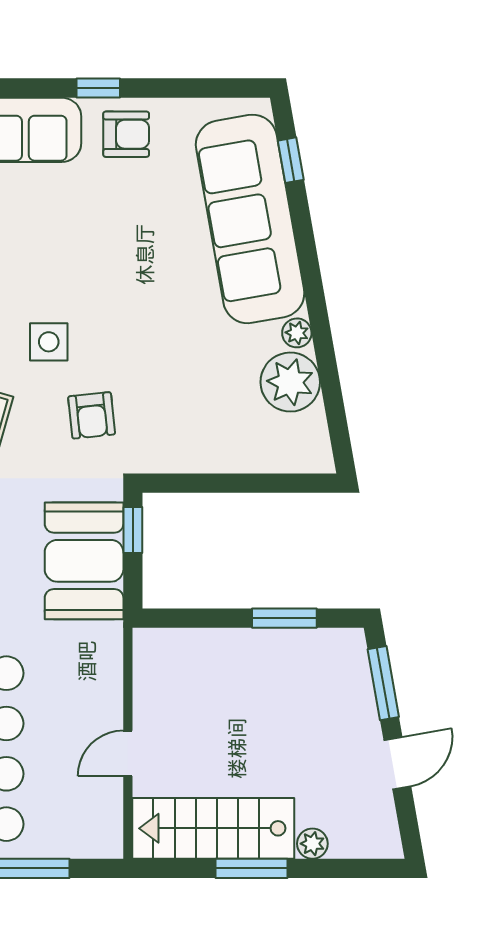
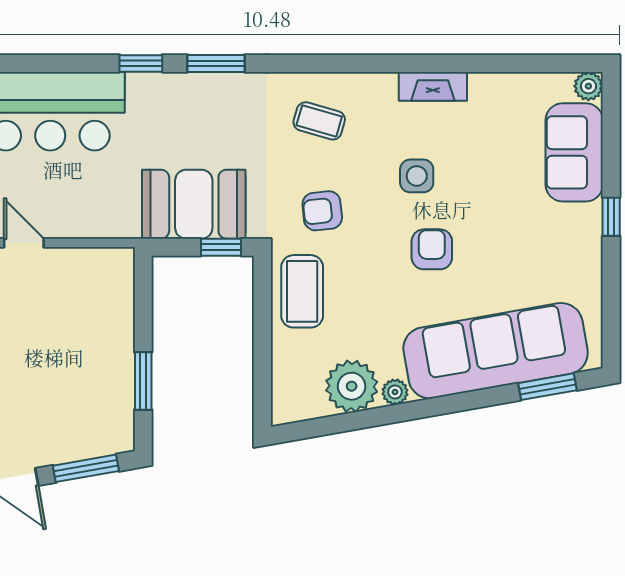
armchair: (126, 134) -> (432, 249), moved, turned 180
window: (291, 160) -> (547, 387), width x1.50
side table: (49, 342) -> (417, 176), moved
coffee table: (183, 438) -> (302, 291), added

